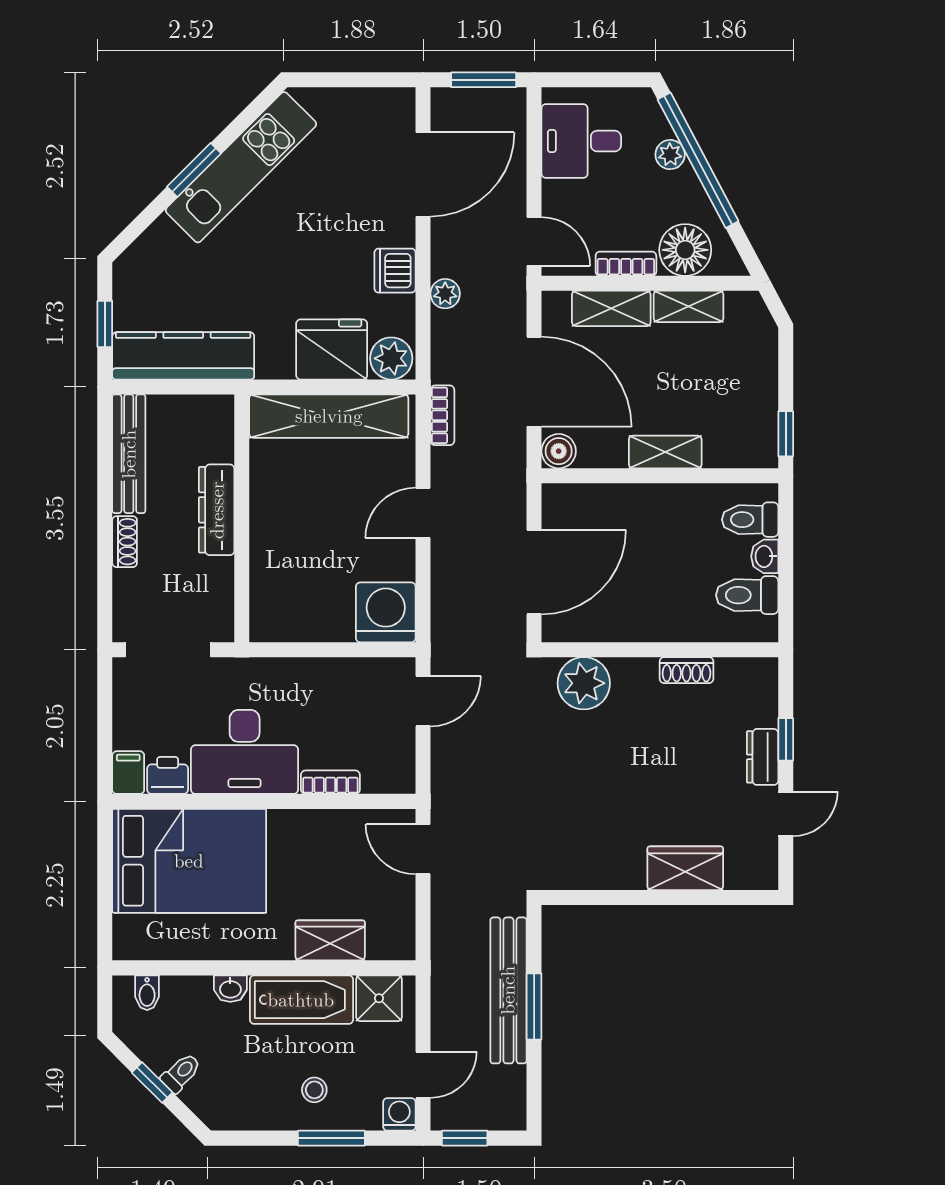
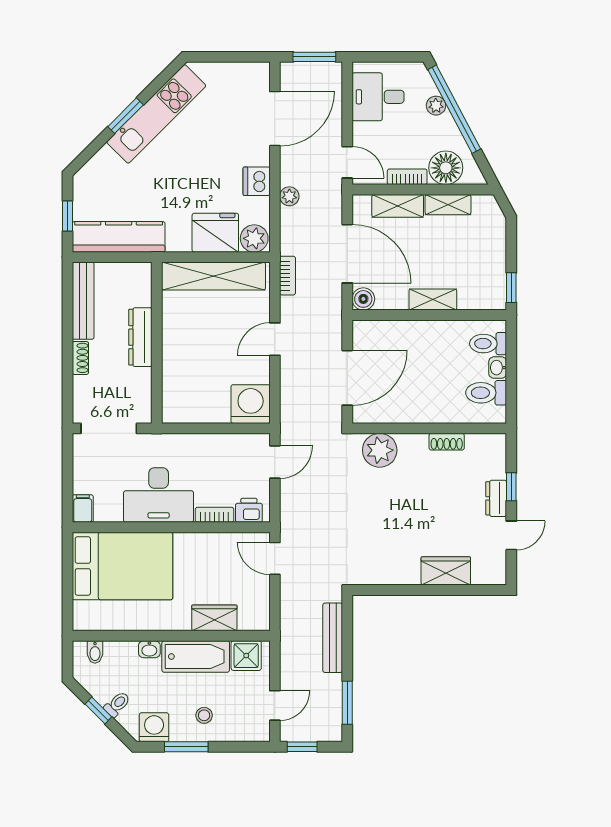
printer: (168, 775) -> (249, 510), moved
bench: (508, 990) -> (333, 638), width x0.73, depth x0.82
window: (534, 1006) -> (347, 703), moved
washing machine: (399, 1114) -> (154, 727), moved, width x1.38, depth x1.38
window: (331, 1138) -> (186, 747), moved

